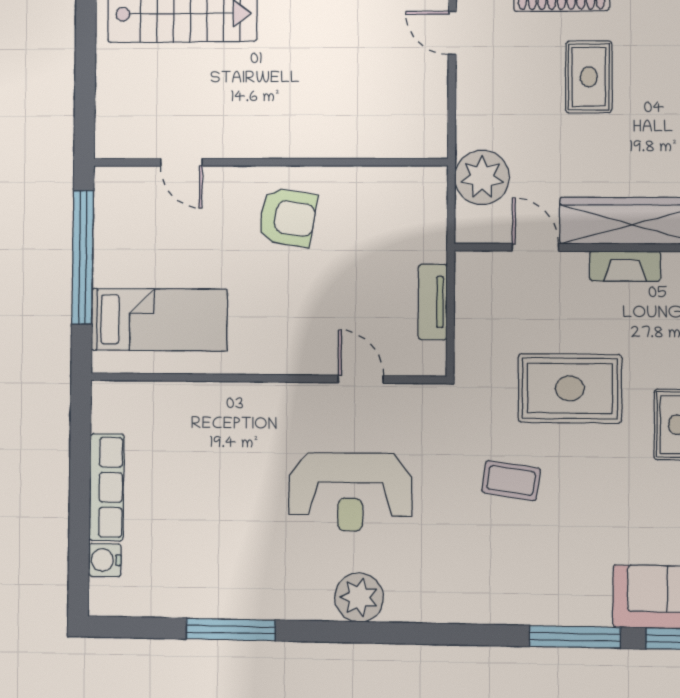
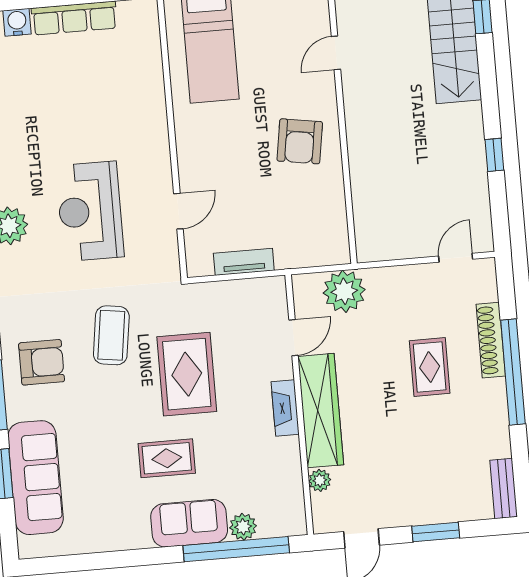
rug: (589, 77) -> (430, 367), turned 90
coffee table: (511, 480) -> (111, 335), width x1.36, depth x1.30
armchair: (538, 574) -> (42, 362), added

